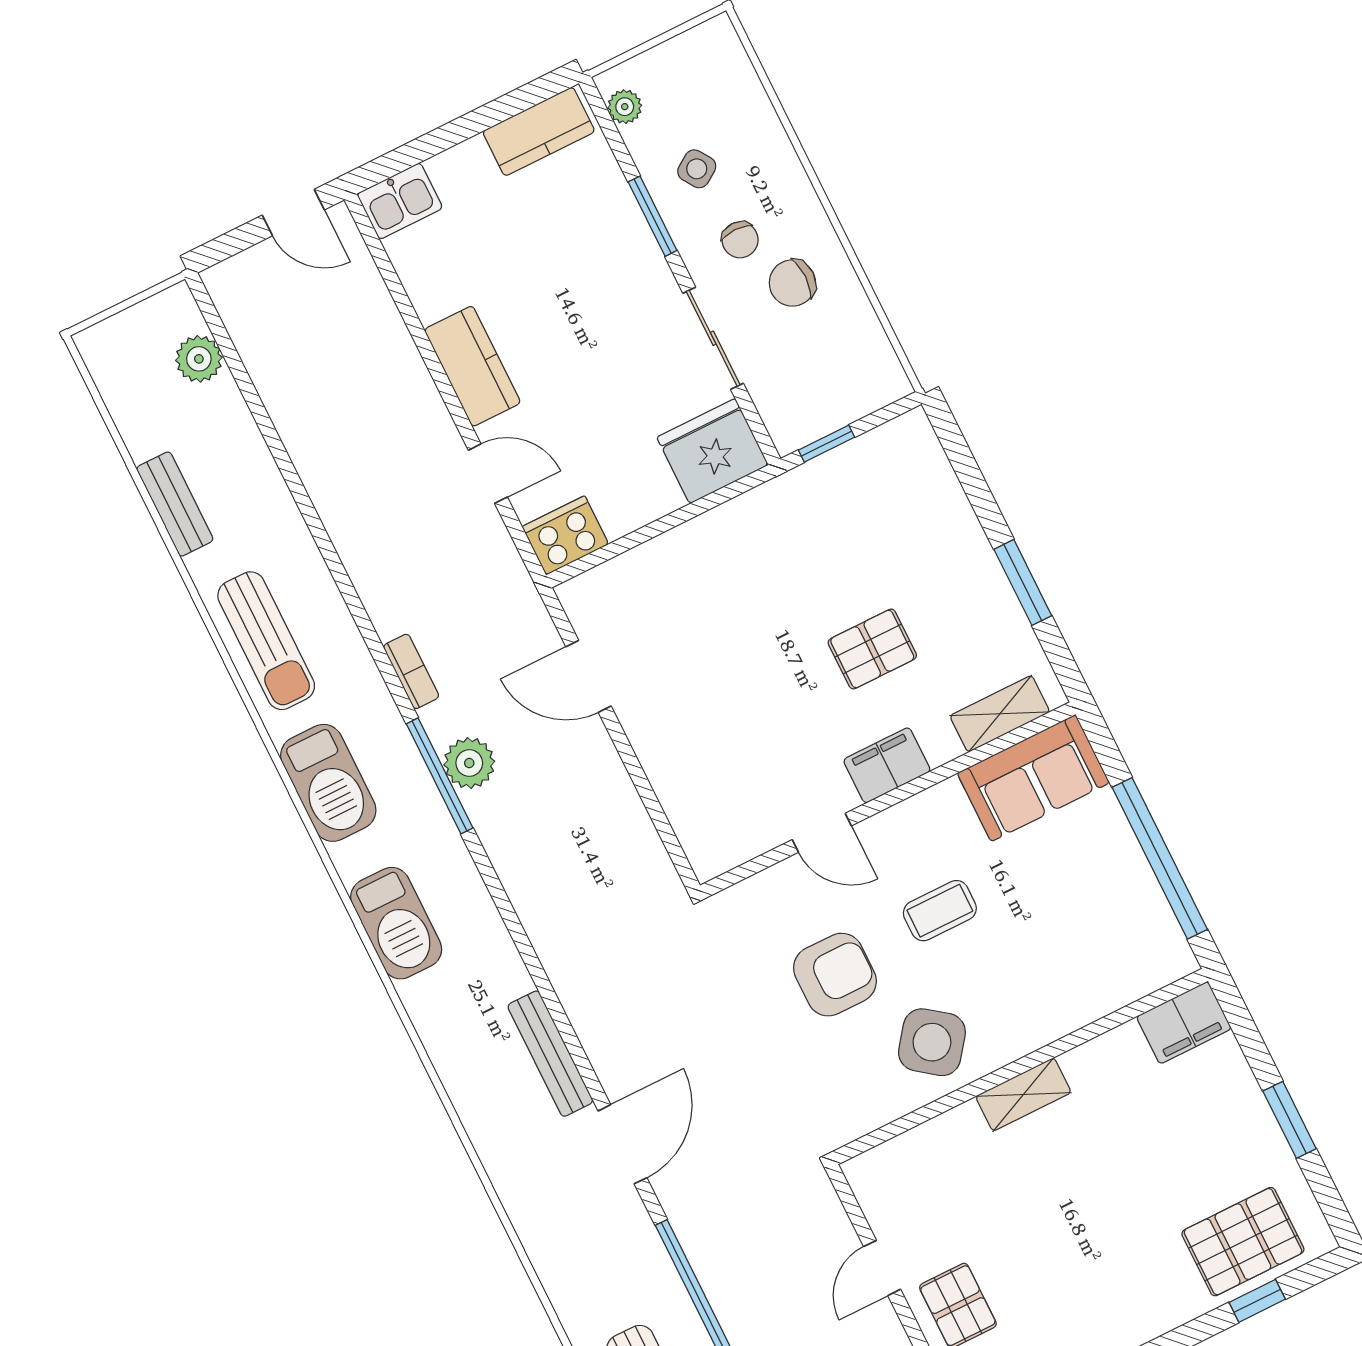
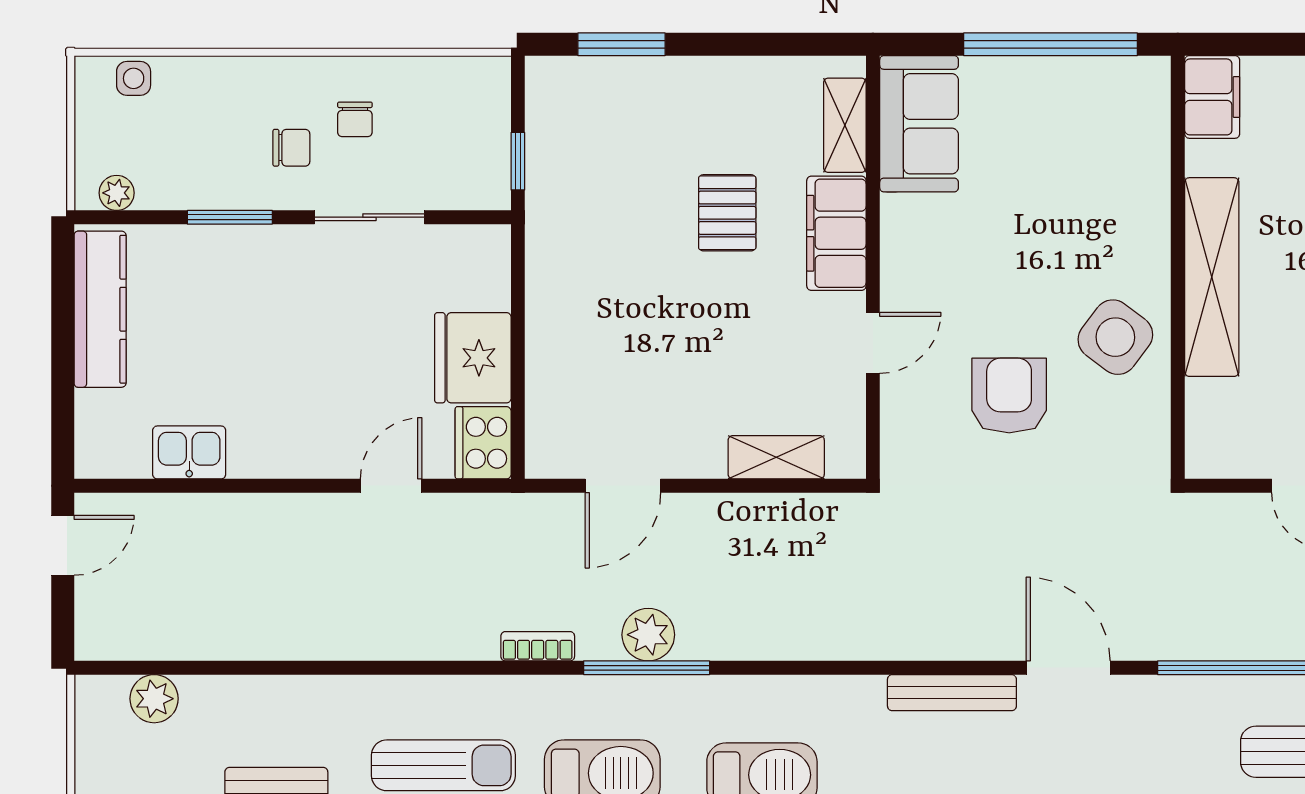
kitchen counter: (539, 131) -> (100, 309), width x1.50
side table: (697, 169) -> (134, 78), moved, turned 34
kitchen sink: (400, 201) -> (189, 452), moved, turned -90
chair: (792, 283) -> (355, 119), width x0.73, depth x0.73
kitchen counter: (472, 366) -> (285, 451), removed
fridge: (713, 451) -> (473, 358), moved
window: (1023, 582) -> (622, 44), moved
filing cabinet: (887, 765) -> (836, 233), width x1.50, depth x1.17
shelving: (680, 798) -> (776, 457), added
coffee table: (940, 911) -> (998, 270), removed
shelving: (1023, 1094) -> (1212, 277), width x2.20, depth x1.33

